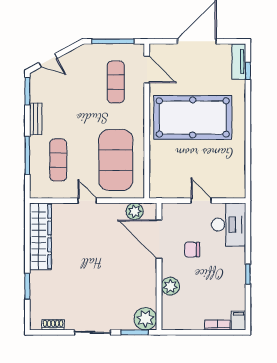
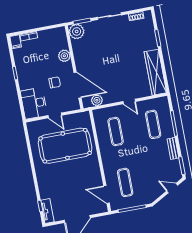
pool table: (193, 117) -> (65, 146), moved
exercise mat: (116, 160) -> (116, 132), width x0.50, depth x0.69

